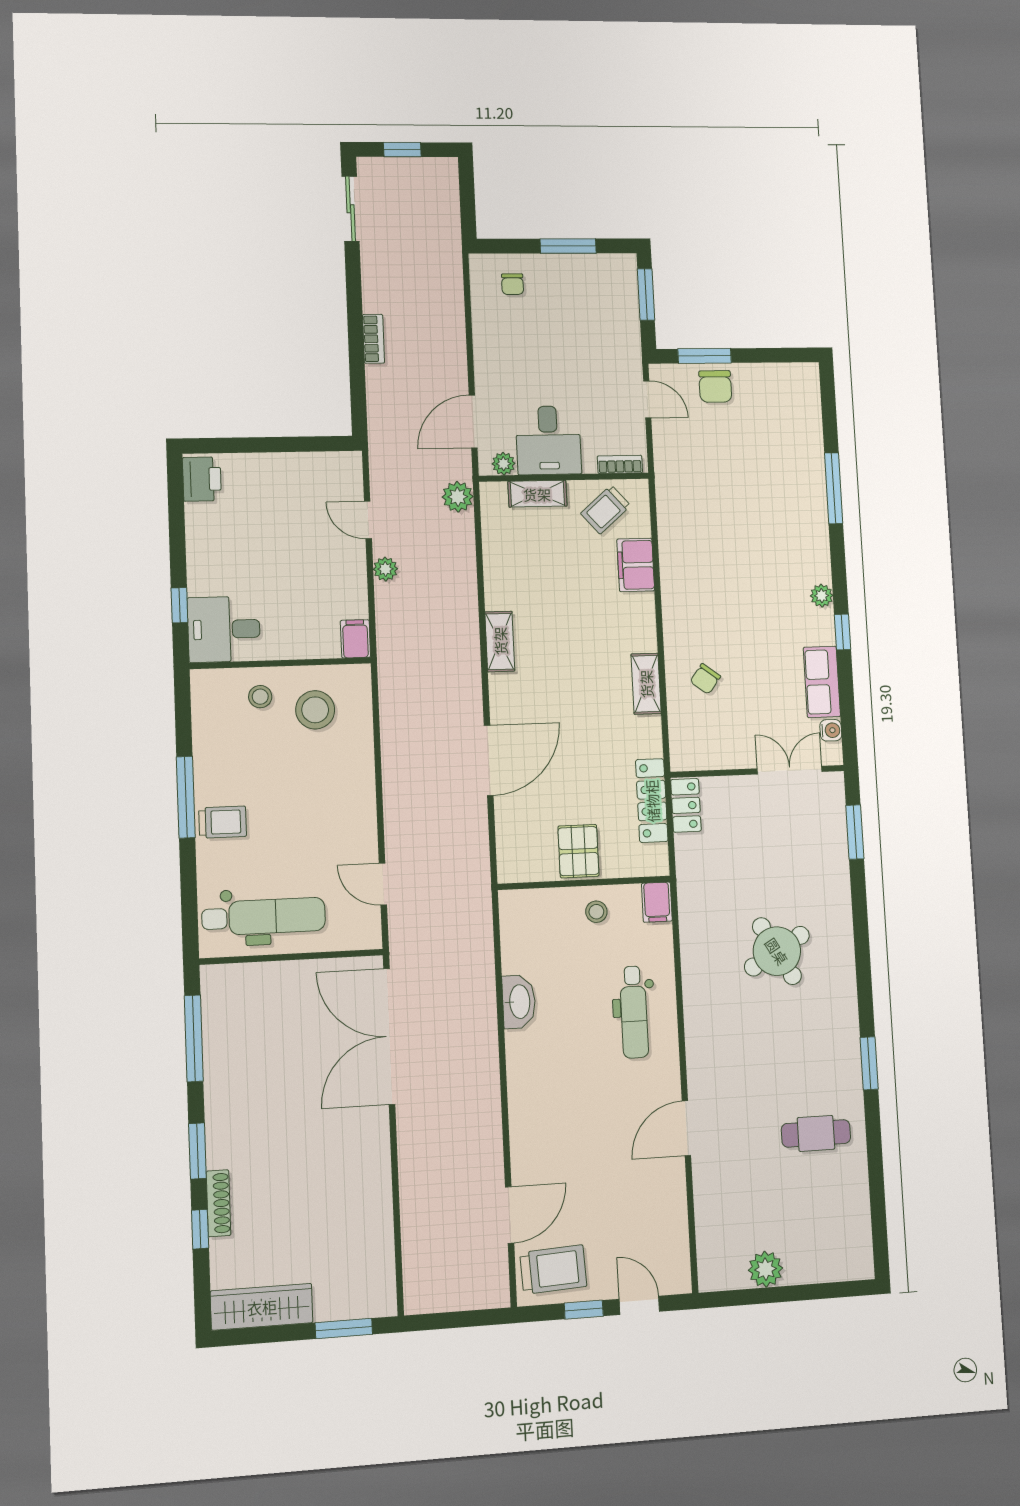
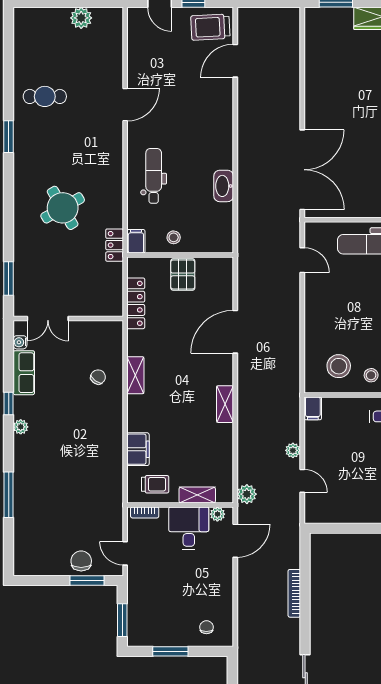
bookcase: (374, 339) -> (294, 593), width x1.56
trolley: (606, 510) -> (155, 484), turned 41
locker: (686, 805) -> (115, 245), moved

